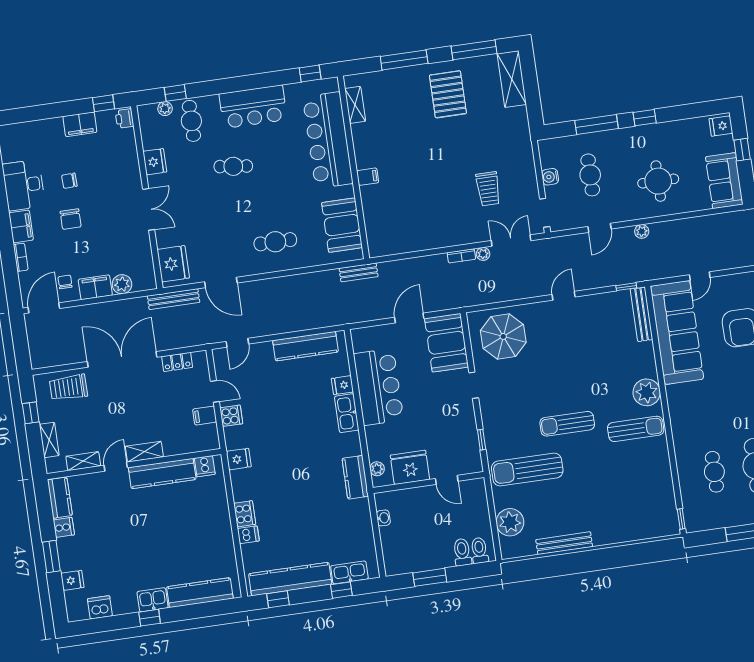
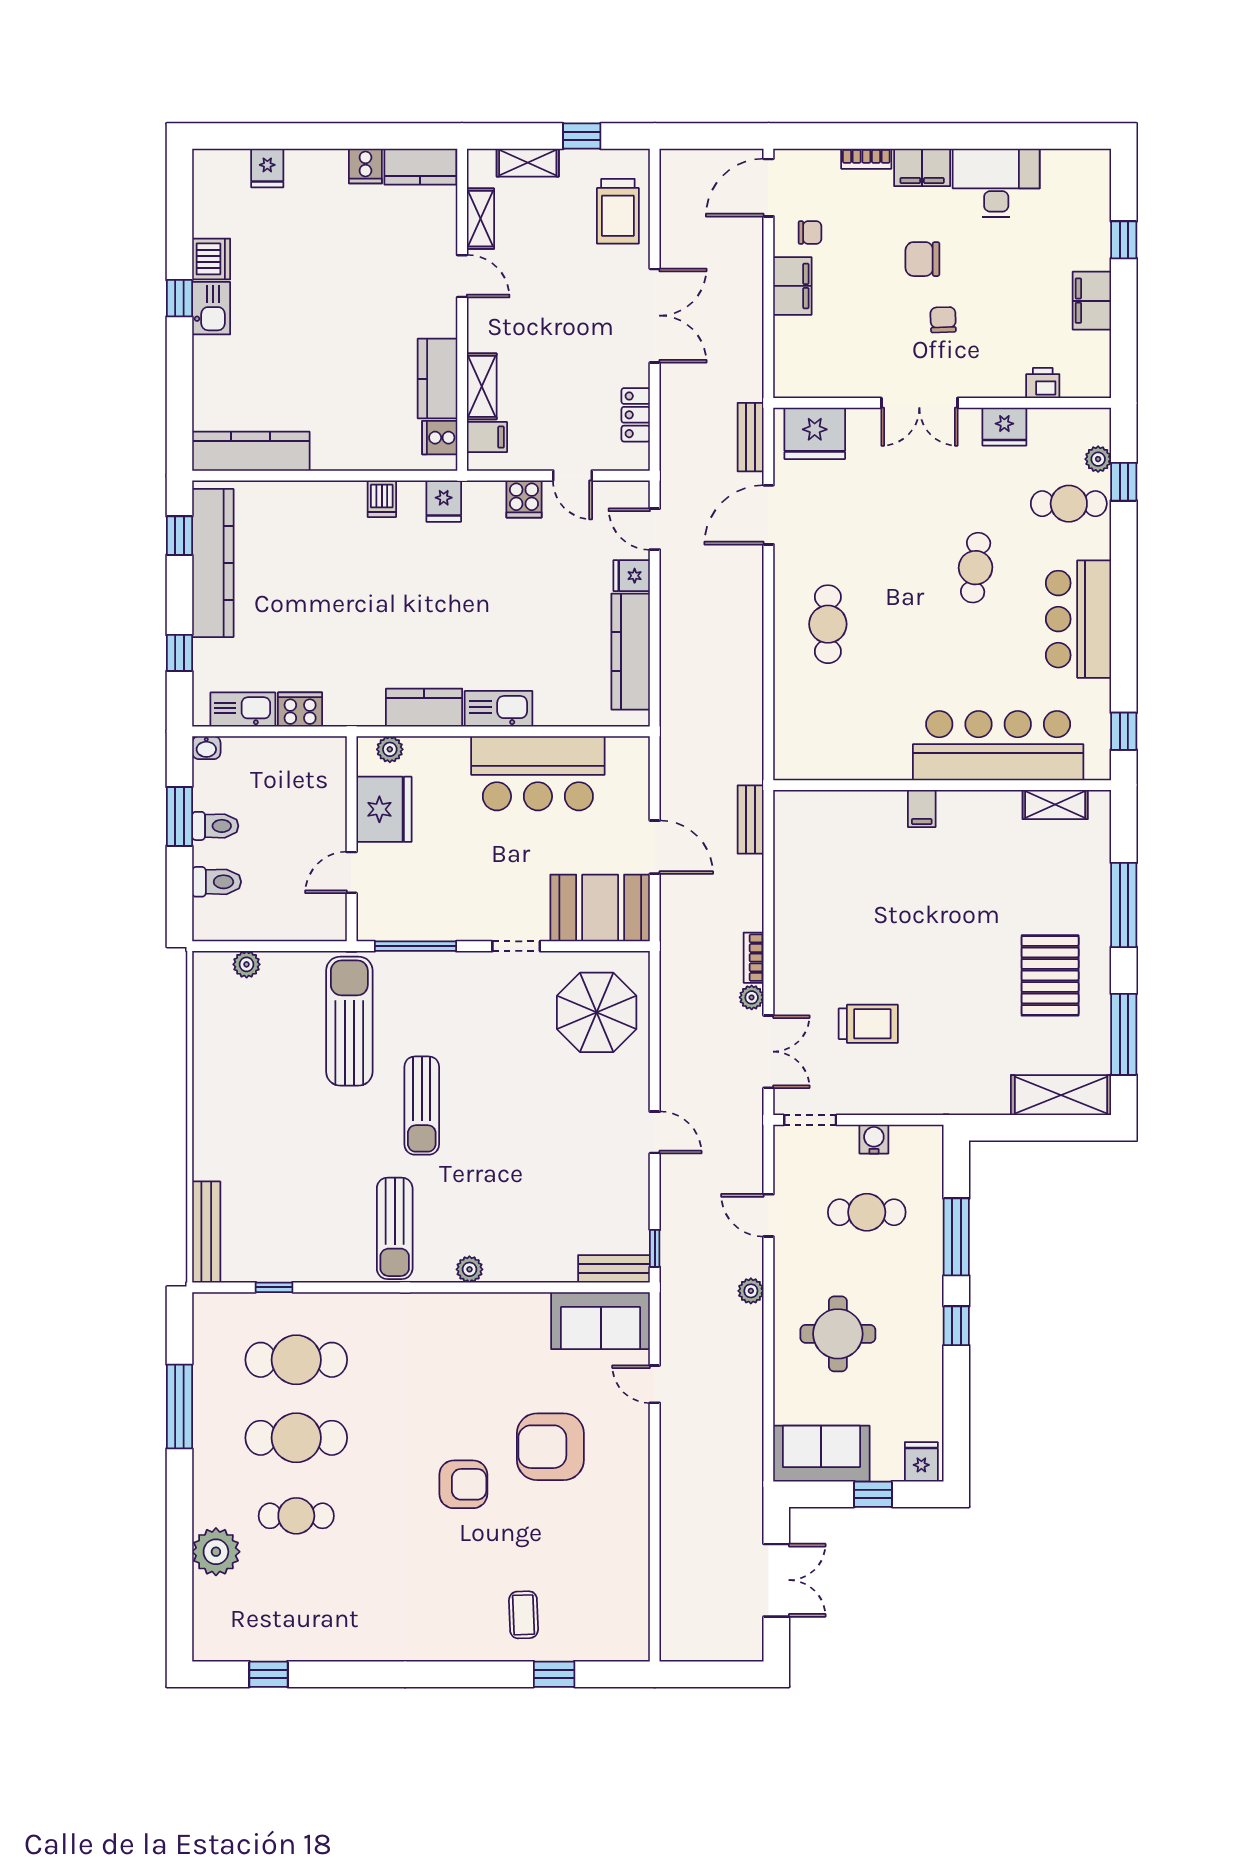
pallet: (448, 94) -> (1050, 975), turned 90
window: (104, 103) -> (1124, 240), moved
printer: (125, 118) -> (1043, 383), moved
chair: (69, 181) -> (943, 320), moved
trolley: (488, 189) -> (868, 1024), turned 180
booth: (342, 225) -> (841, 749), removed
bench: (359, 272) -> (751, 820), moved
plant: (122, 284) -> (791, 335), removed
bench: (173, 299) -> (751, 437), width x0.73
door: (44, 308) -> (768, 188), swing flipped
bench: (641, 314) -> (614, 1269), width x0.73
sofa: (677, 333) -> (601, 1321), width x0.54, depth x0.79
double door: (122, 359) -> (655, 316), width x0.73
fridge: (342, 385) -> (632, 576), moved, turned -90
trolley: (68, 387) -> (618, 211), turned 180
door: (215, 391) -> (572, 476), hinge flipped
plant: (647, 392) -> (469, 1269), width x0.53, depth x0.53
filing cabinet: (205, 416) -> (487, 437), moved, turned 90
sun lounger: (567, 424) -> (422, 1106), turned 180
window: (482, 440) -> (416, 946), width x2.17
shelving: (144, 452) -> (482, 386), moved
cafe table: (714, 472) -> (296, 1360), width x1.37, depth x1.35
kitchen counter: (162, 474) -> (437, 379), width x0.67
kitchen counter: (355, 477) -> (424, 708), moved
cooker: (245, 514) -> (300, 710), moved, turned 180
washbasin: (383, 518) -> (206, 748), moved
window: (681, 519) -> (274, 1287), moved
plant: (510, 522) -> (247, 964), width x0.53, depth x0.53
dishwasher: (248, 535) -> (382, 499), moved
bench: (564, 543) -> (206, 1232), moved
toilet: (479, 550) -> (215, 826), moved
window: (51, 557) -> (316, 136), removed
kitchen sink: (349, 572) -> (243, 710), moved, turned -90
kitchen counter: (200, 593) -> (251, 451), moved, turned -90
dishwasher: (100, 607) -> (211, 259), moved

